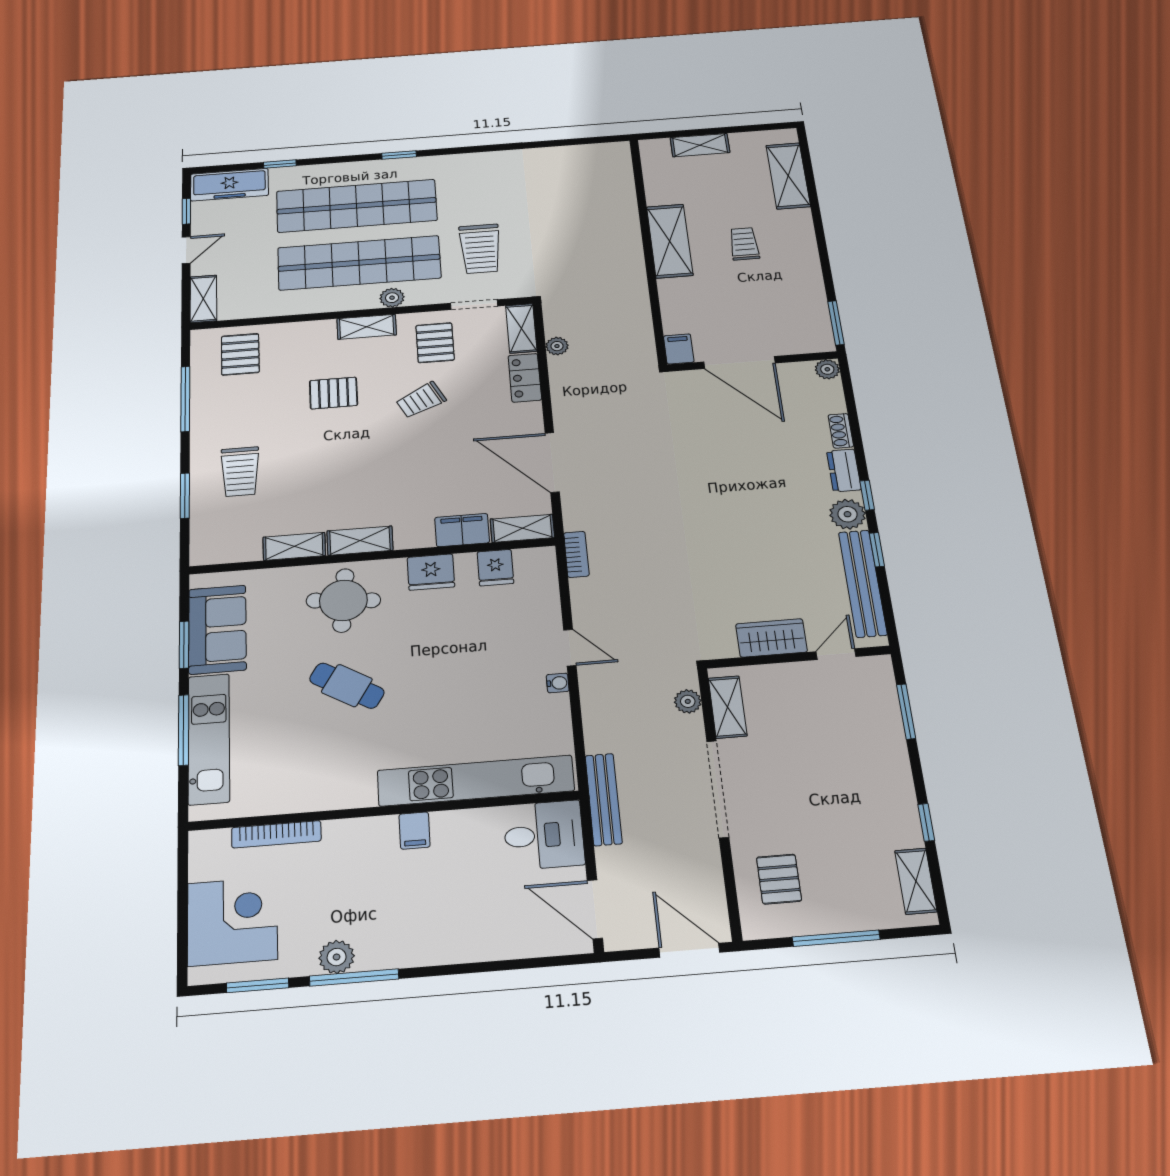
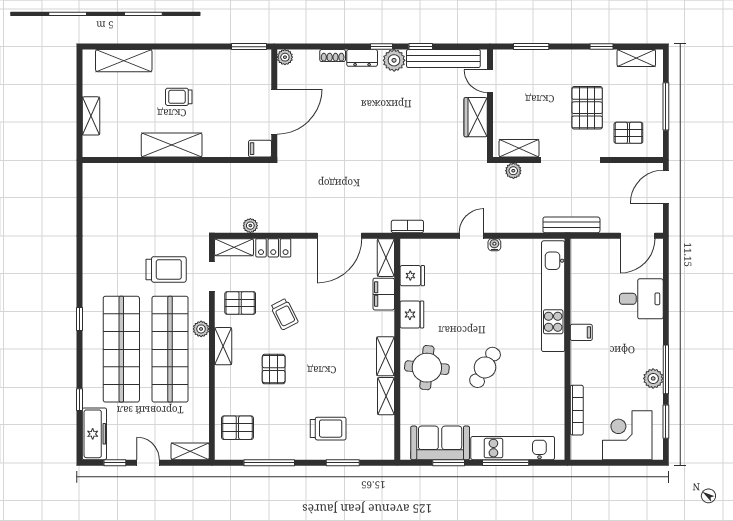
pallet: (814, 808) -> (587, 108), added
desk: (544, 835) -> (641, 299), moved, turned 90

